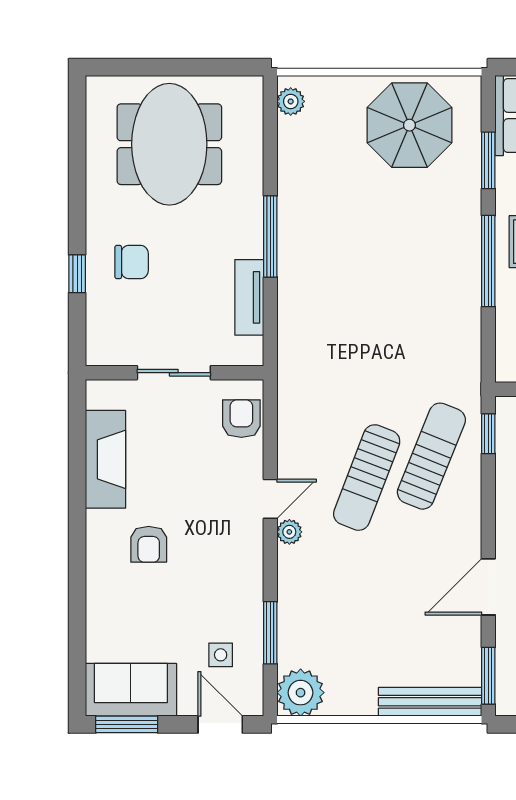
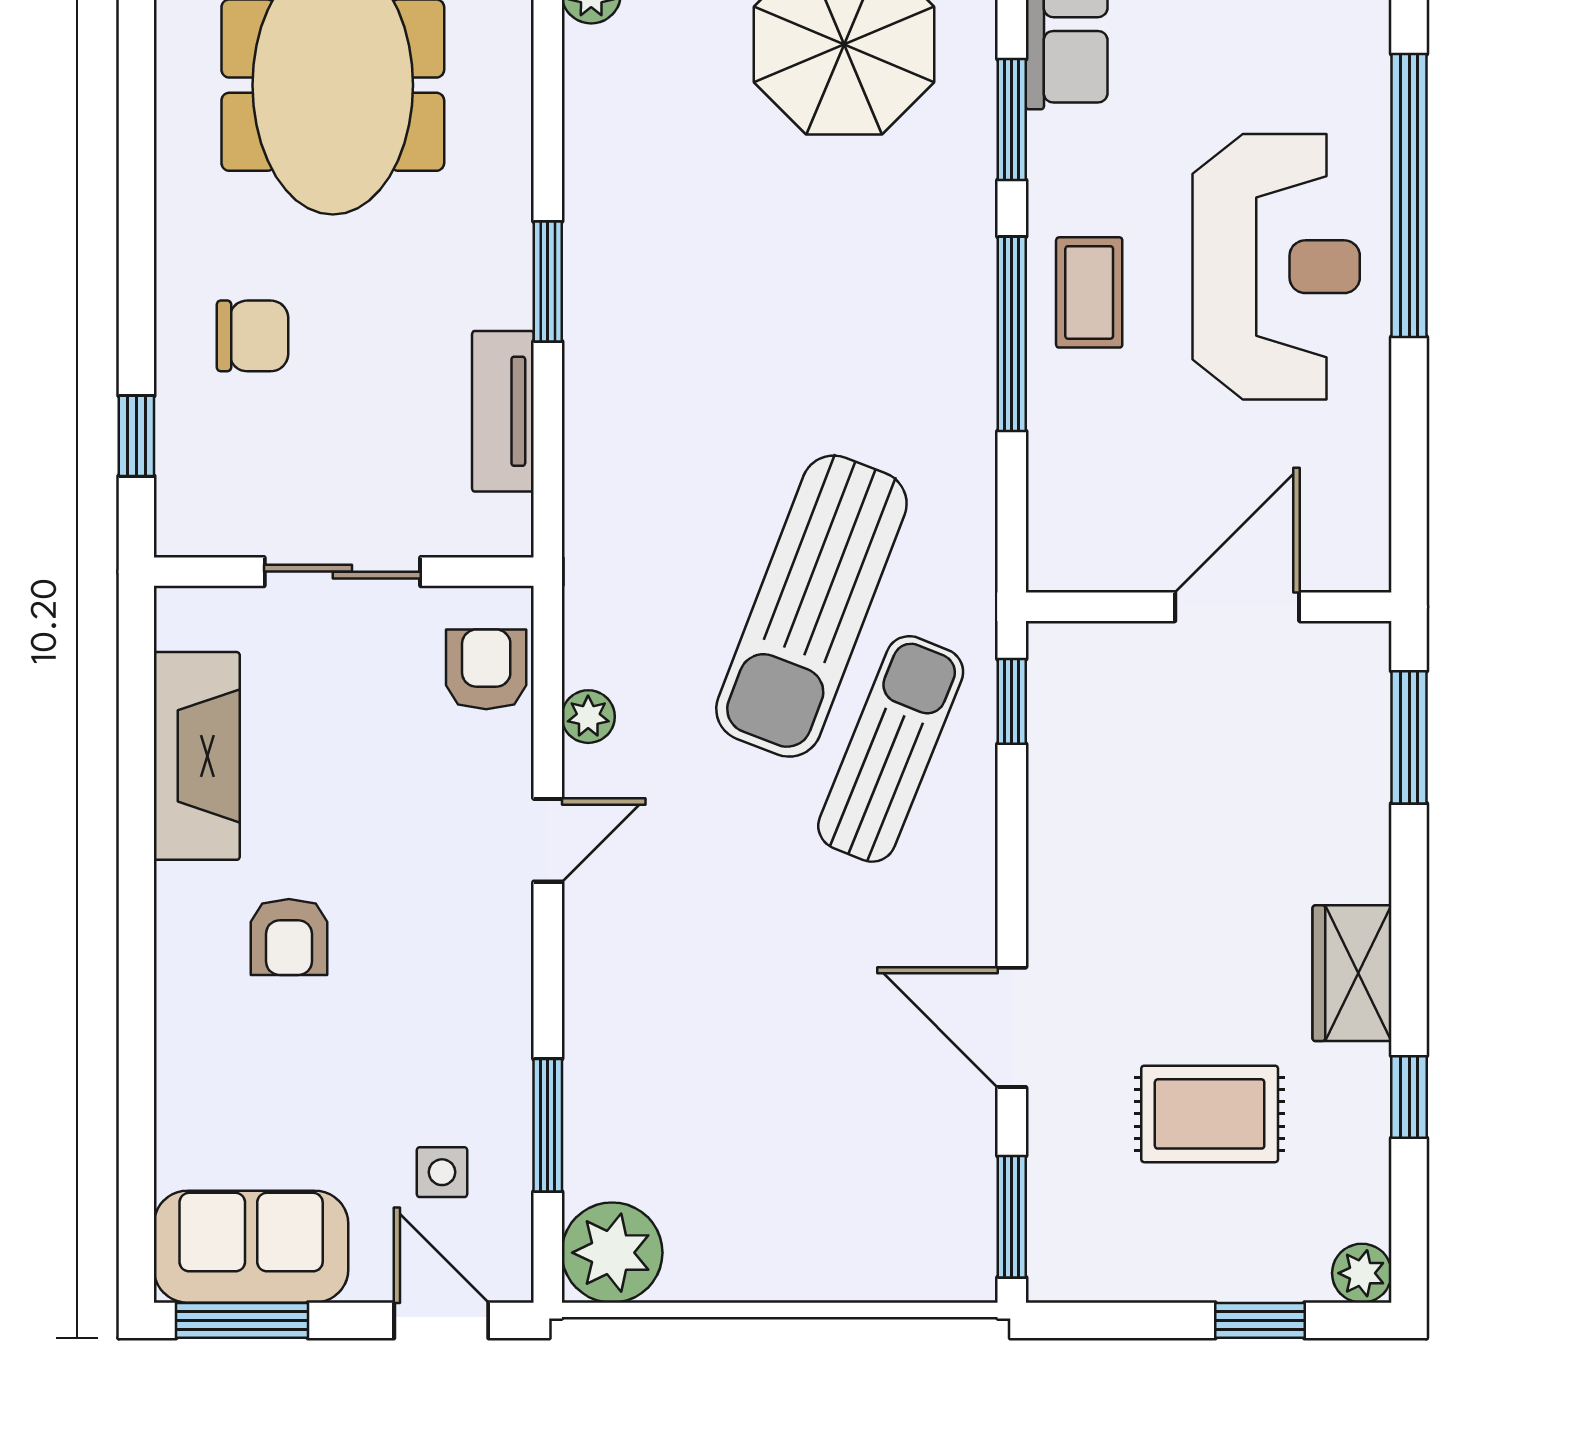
window: (270, 236) -> (548, 281), width x0.69
window: (77, 274) -> (136, 436), moved
sun lounger: (367, 478) -> (811, 606), moved, width x1.36, depth x1.34
plant: (289, 532) -> (588, 717), moved
door: (488, 587) -> (1012, 1027), hinge flipped
bench: (430, 702) -> (888, 1272), removed

